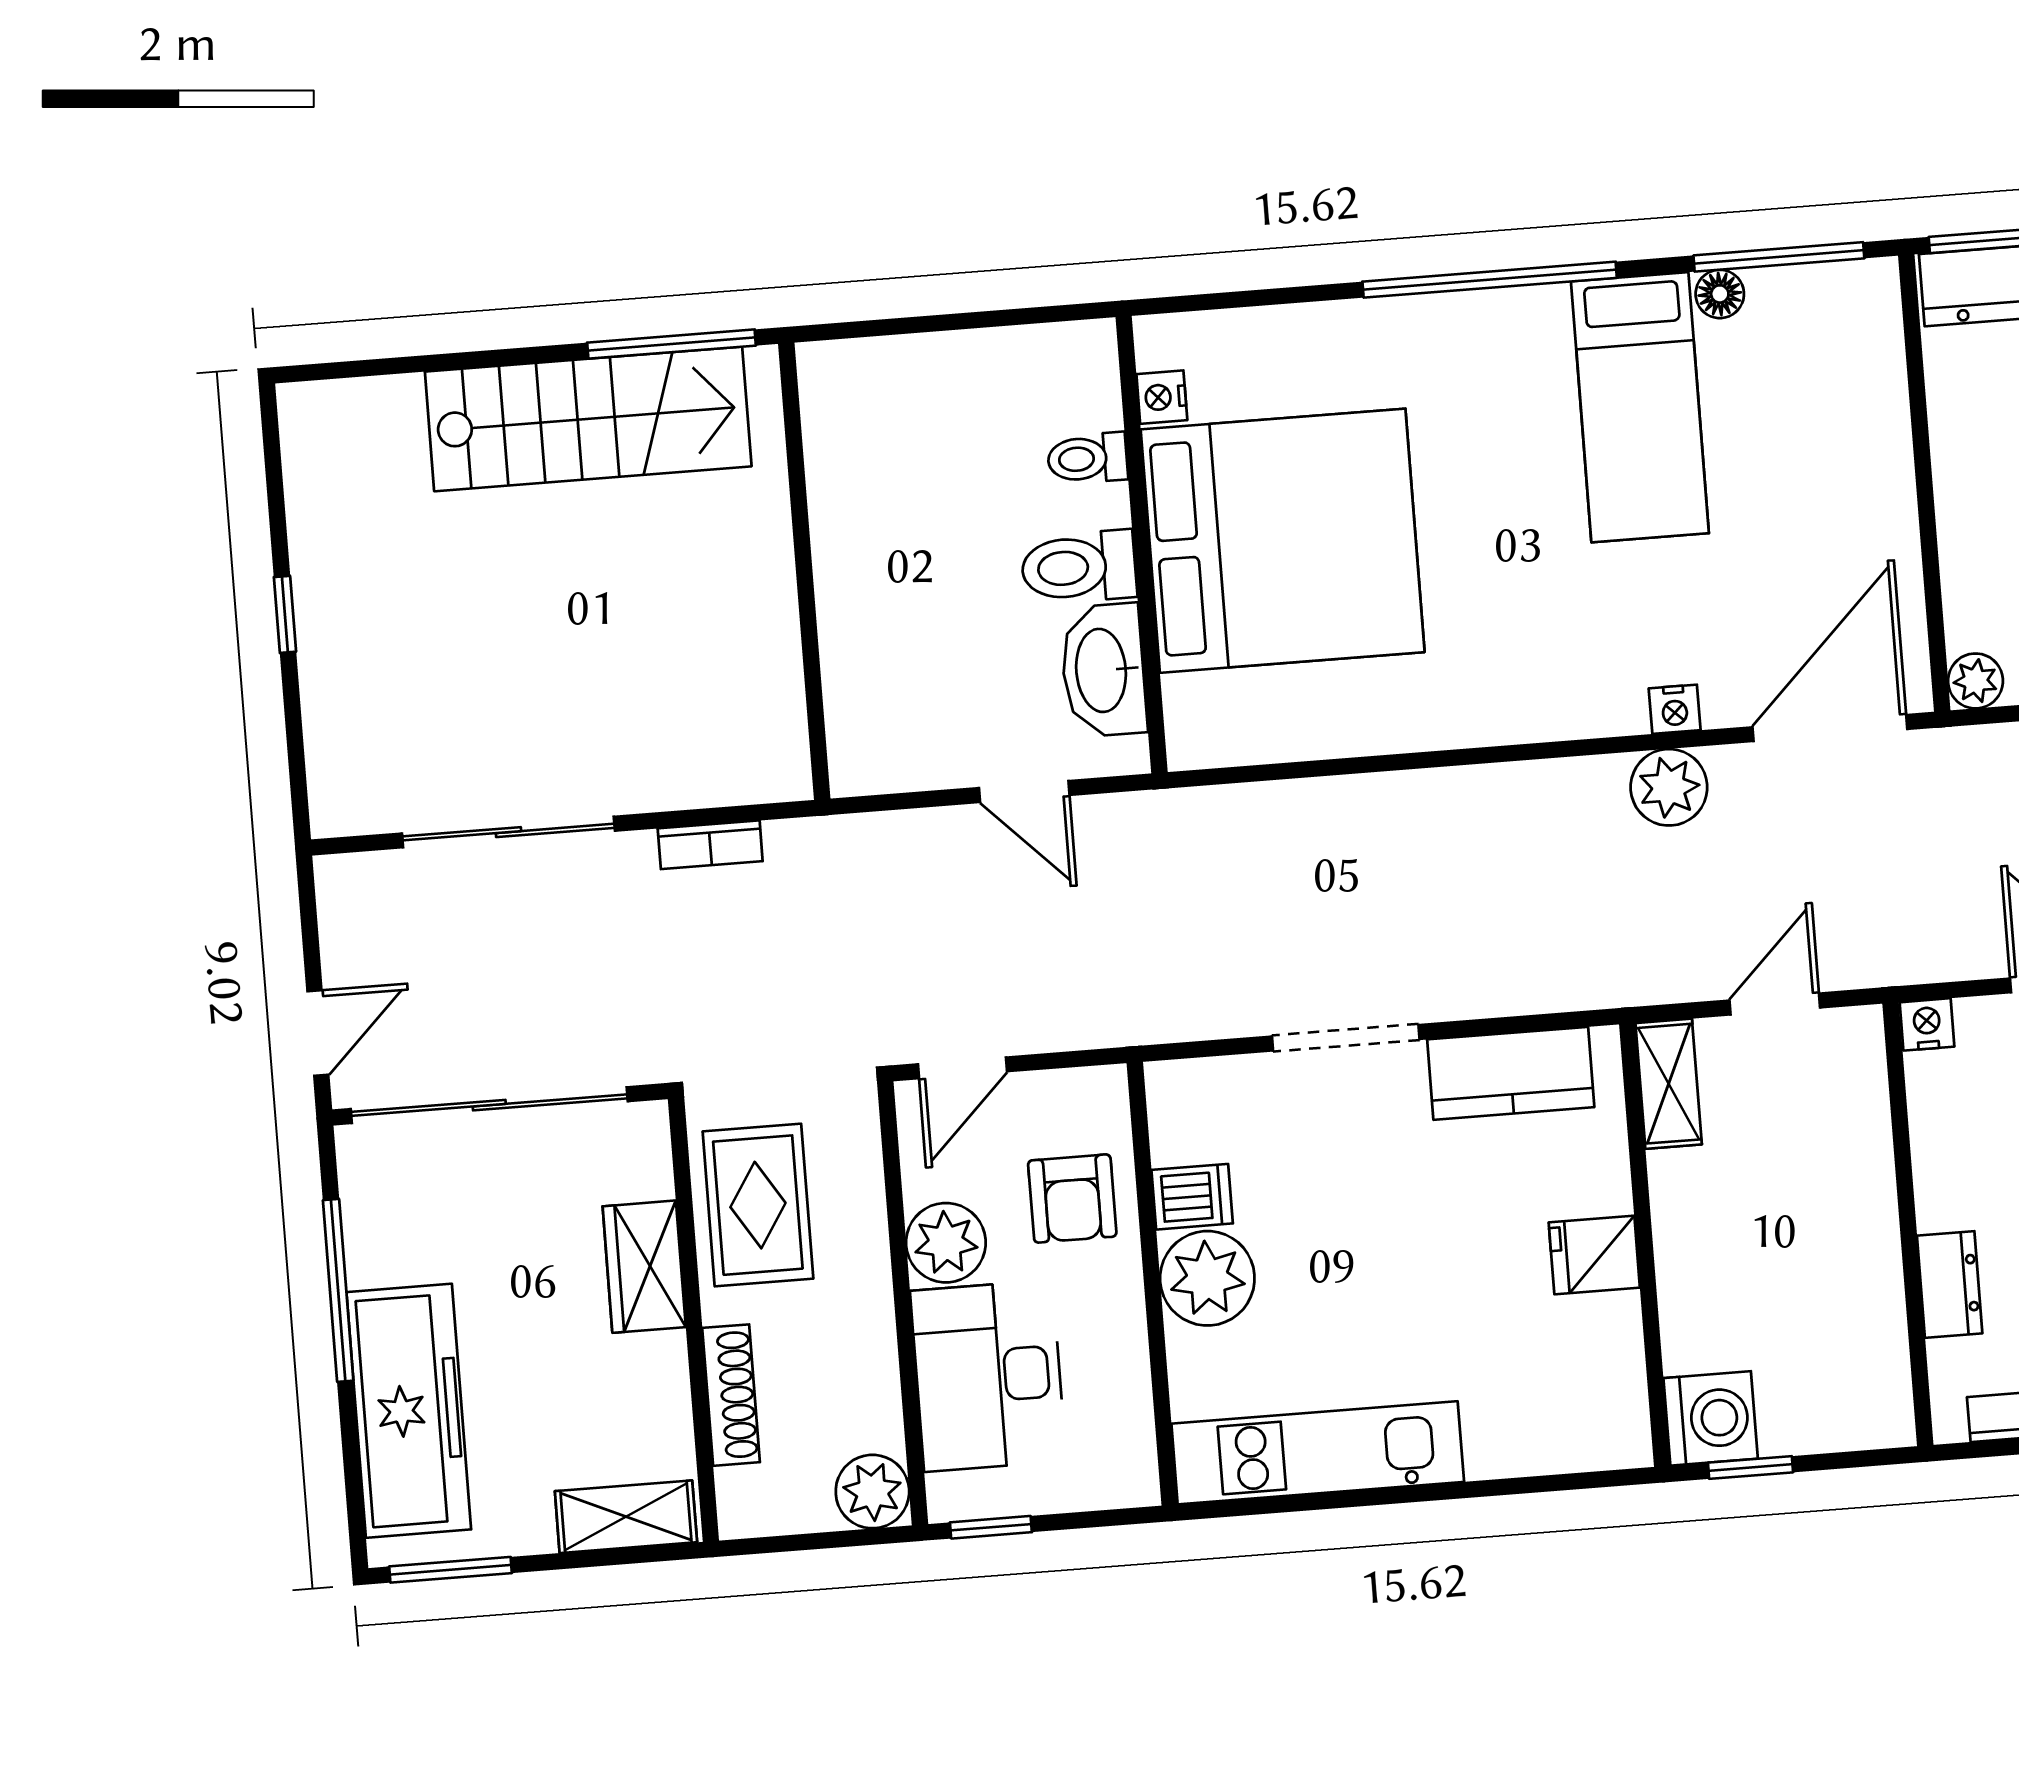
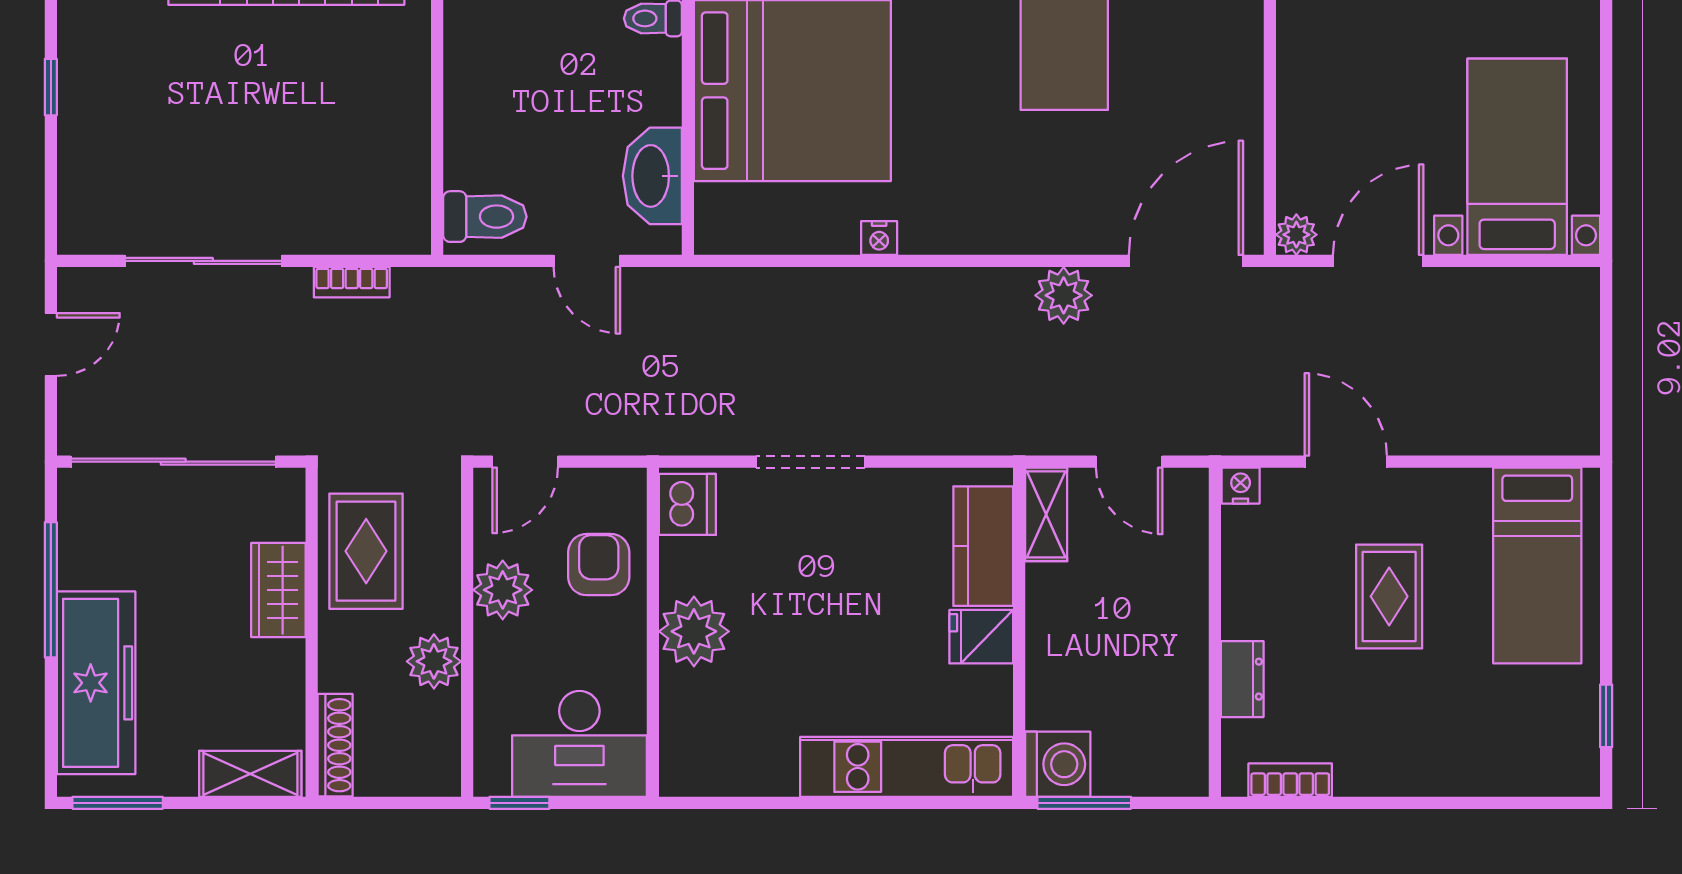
toilet: (1079, 567) -> (485, 217), moved, turned 180
nightstand: (1675, 709) -> (879, 238), moved
door: (1775, 1004) -> (1129, 462), swing flipped
door: (318, 1033) -> (51, 344), moved
kitchen counter: (1511, 1073) -> (983, 546), moved, turned 90
dishwasher: (1192, 1197) -> (687, 504), moved, width x1.38
armchair: (1072, 1199) -> (599, 565), turned 180
desk: (988, 1376) -> (579, 744), moved, turned -90
shoe rack: (731, 1395) -> (335, 745), moved
kitchen unit: (1318, 1453) -> (907, 767), moved
window: (1750, 1467) -> (1084, 803), width x1.50
plant: (872, 1492) -> (434, 661), moved

